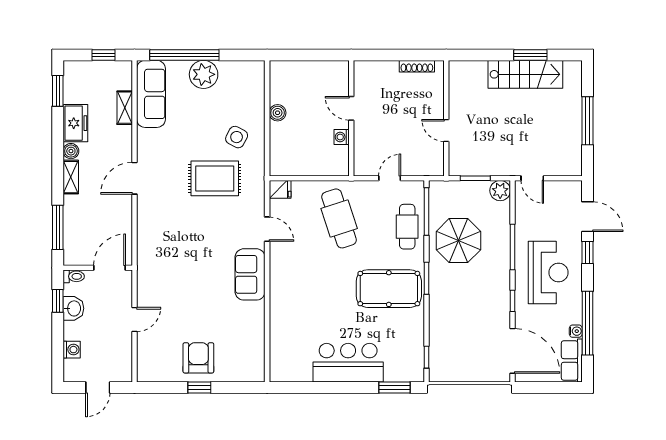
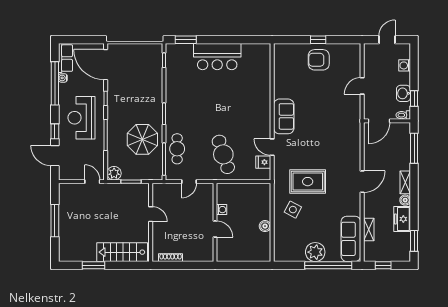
stairs: (525, 74) -> (122, 252), moved
fridge: (280, 189) -> (263, 162), moved
pool table: (389, 289) -> (190, 107), removed
armchair: (198, 358) -> (319, 60), turned 90

